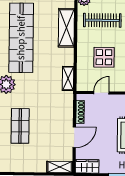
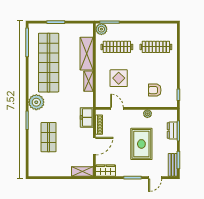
shelving: (68, 78) -> (89, 81), moved
door: (101, 93) -> (117, 108), hinge flipped
freezer: (66, 103) -> (87, 117), added

